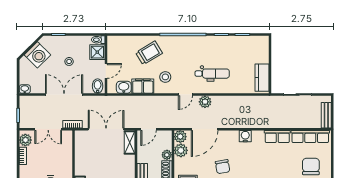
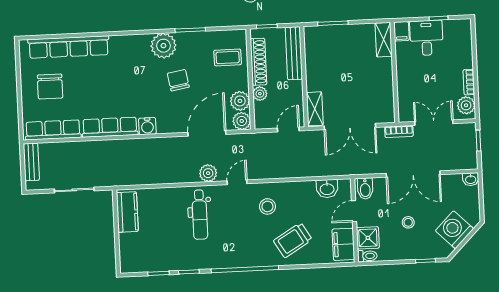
dental chair: (212, 74) -> (200, 215), turned -90
filing cabinet: (143, 86) -> (343, 244), moved, turned 90
row of seats: (277, 137) -> (110, 127), width x1.48

